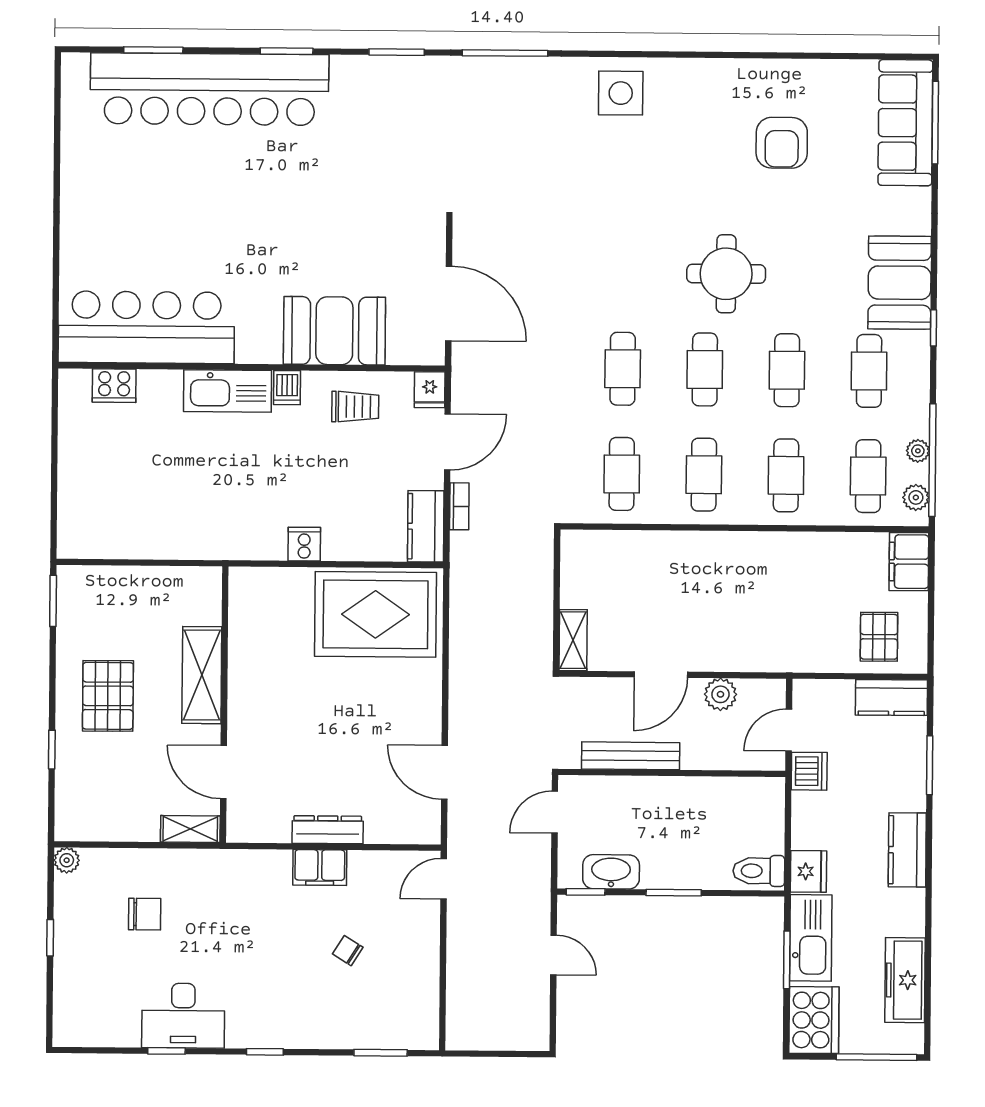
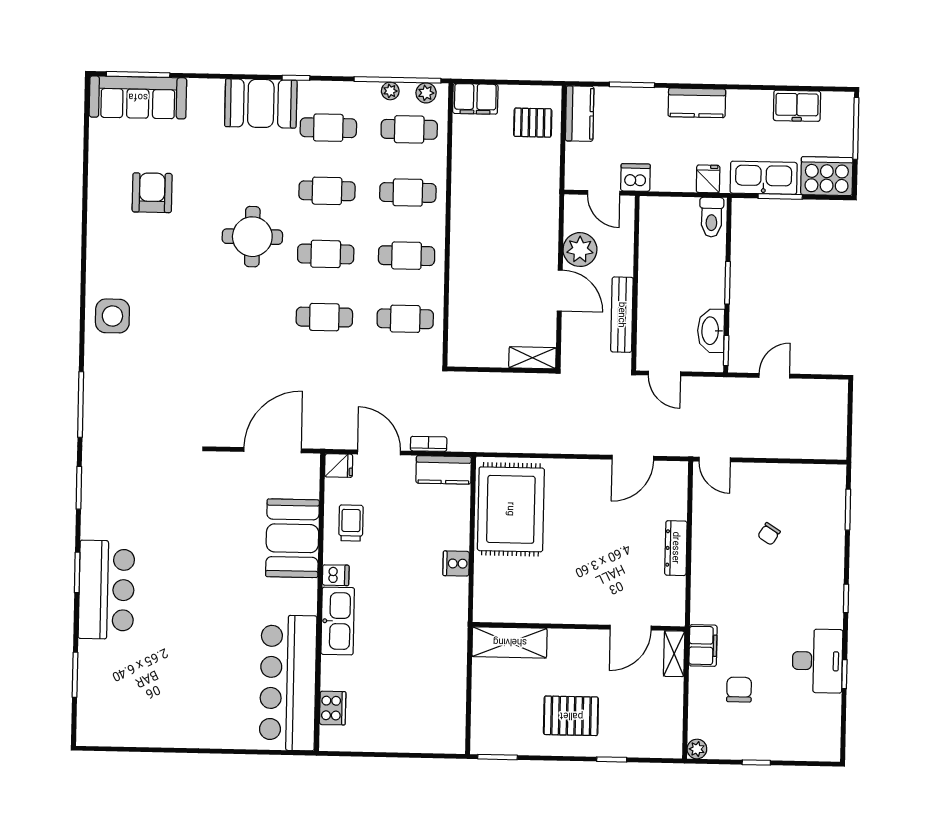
bar counter: (209, 89) -> (106, 590), width x0.54
armchair: (782, 143) -> (152, 193), turned -90
shelving: (202, 675) -> (510, 642), moved
plant: (720, 694) -> (580, 250), width x1.36, depth x1.36
filing cabinet: (320, 868) -> (703, 646), moved
fridge: (808, 871) -> (708, 179), width x0.72
freezer: (905, 980) -> (797, 106), width x0.71

